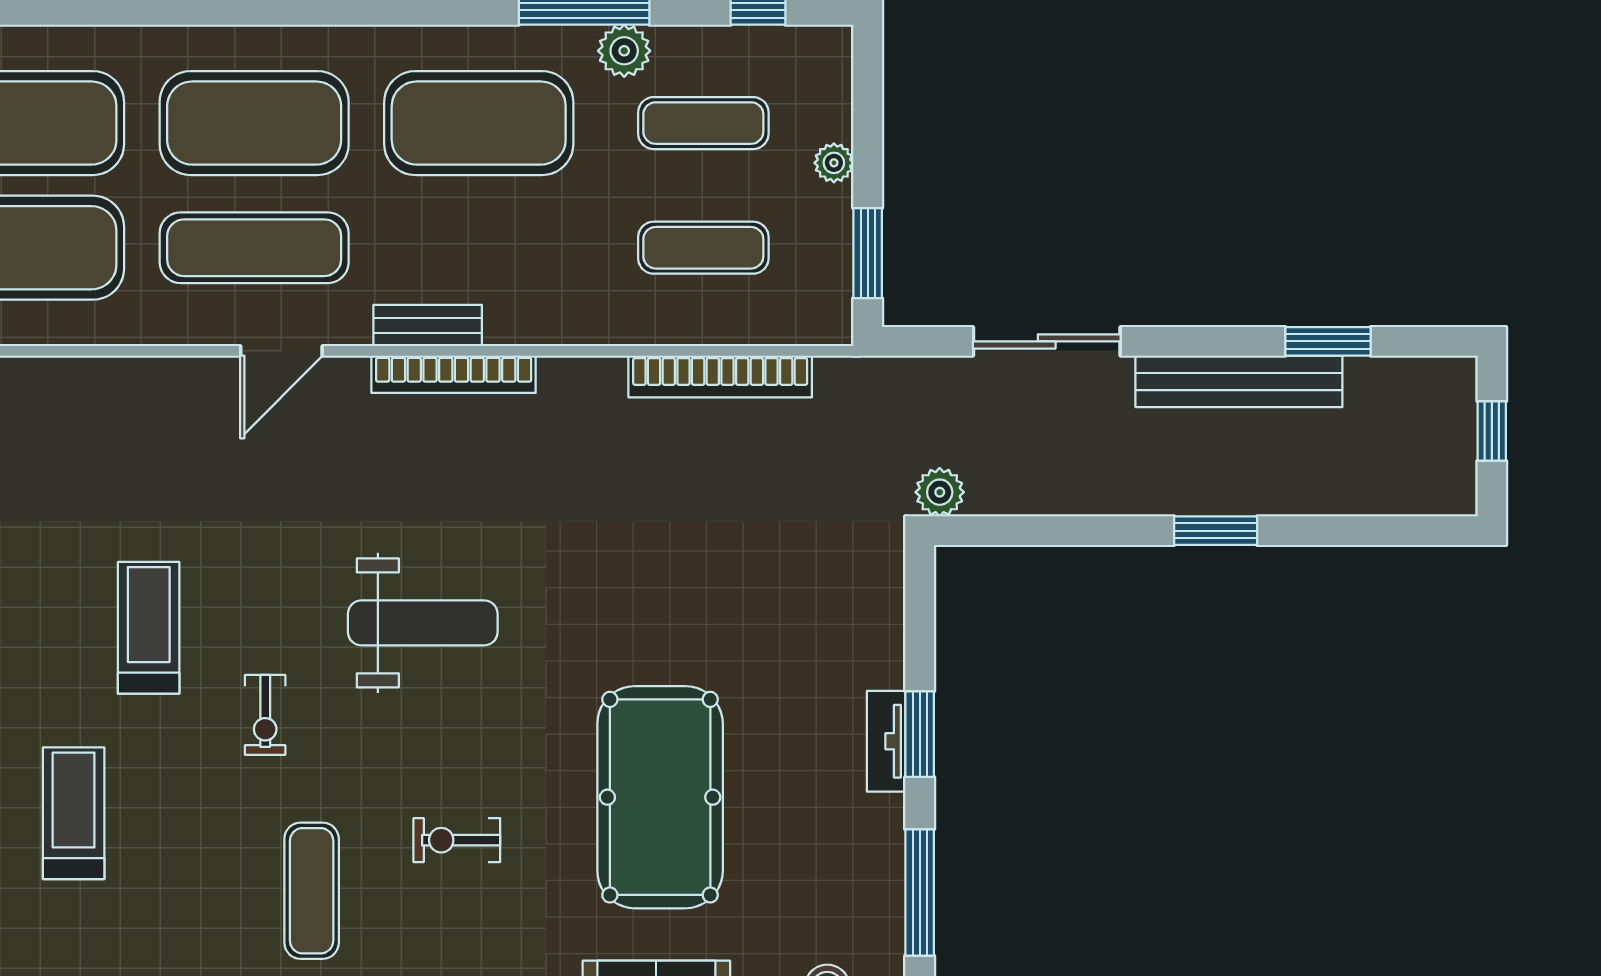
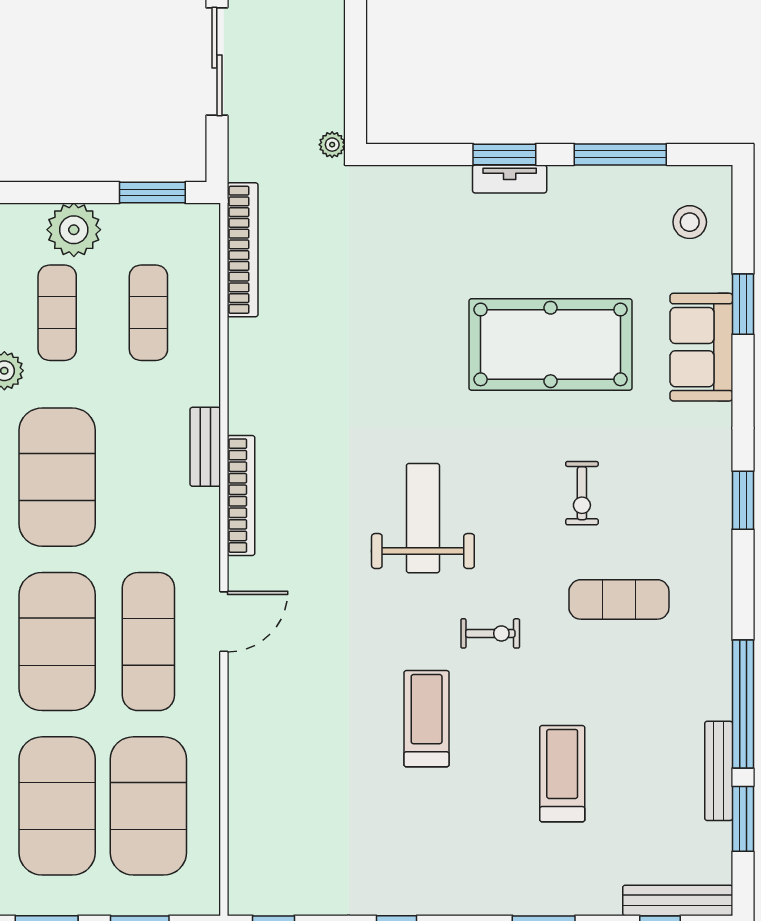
plant: (834, 163) -> (74, 230), width x1.87, depth x1.87
bench: (428, 325) -> (205, 447), moved
door: (281, 351) -> (224, 622), hinge flipped
bookcase: (720, 376) -> (243, 250), moved
plant: (940, 492) -> (332, 145), width x0.73, depth x0.73
treadmill: (149, 628) -> (427, 719), turned 90
treadmill: (74, 813) -> (562, 774), turned 90

